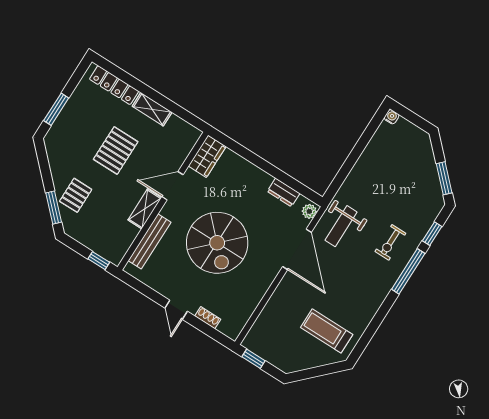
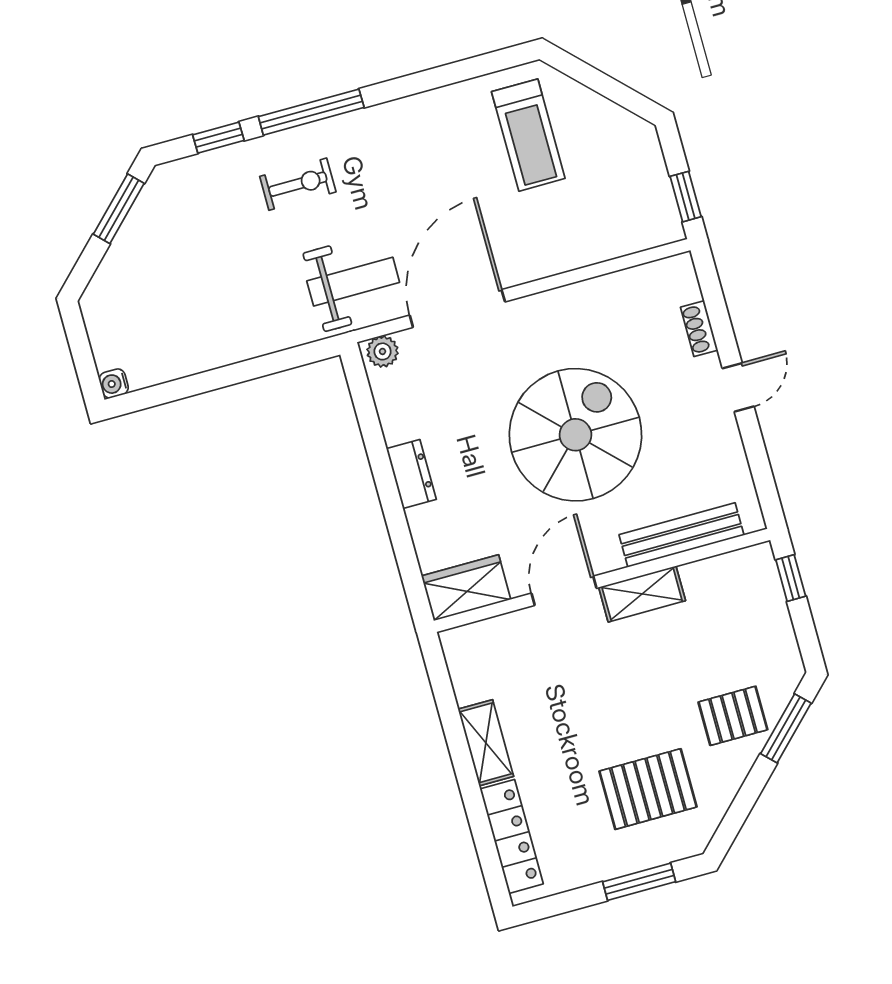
pallet: (116, 150) -> (648, 789), moved
door: (173, 186) -> (564, 591), swing flipped
dresser: (283, 192) -> (411, 474), moved

